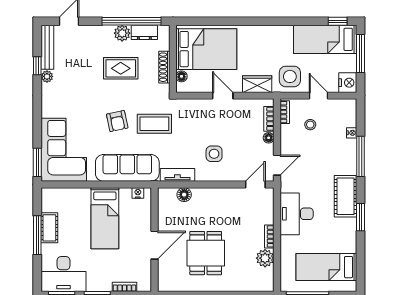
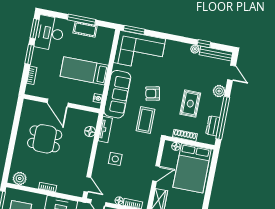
plant: (122, 33) -> (219, 91), moved
plant: (265, 258) -> (20, 178), moved

